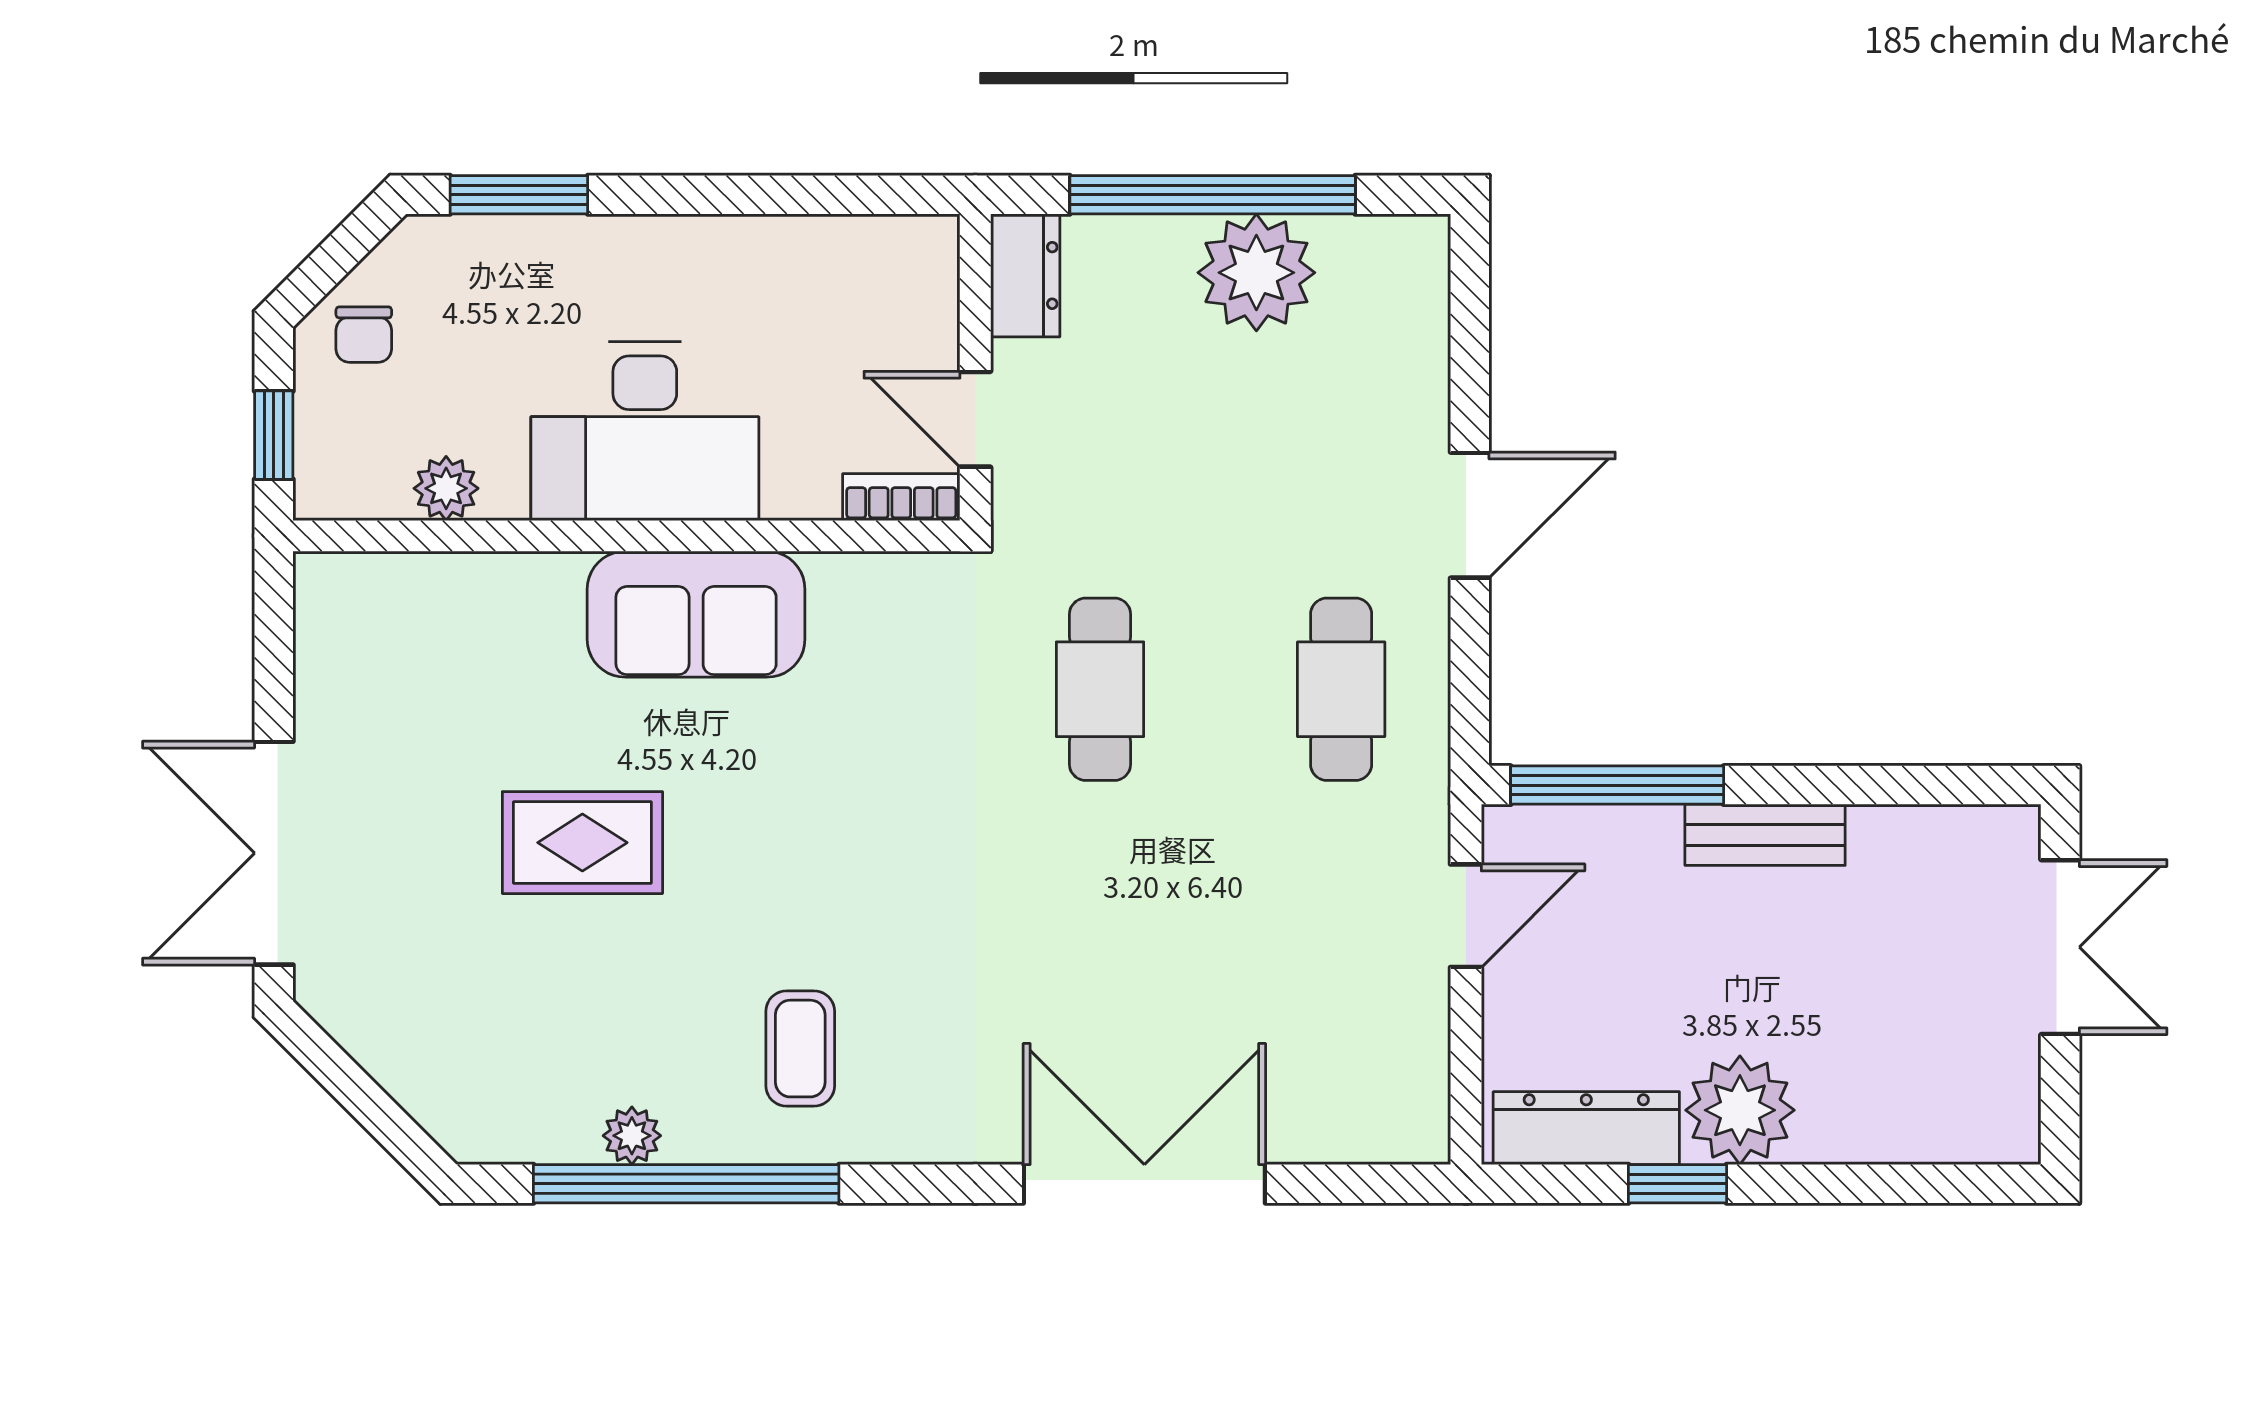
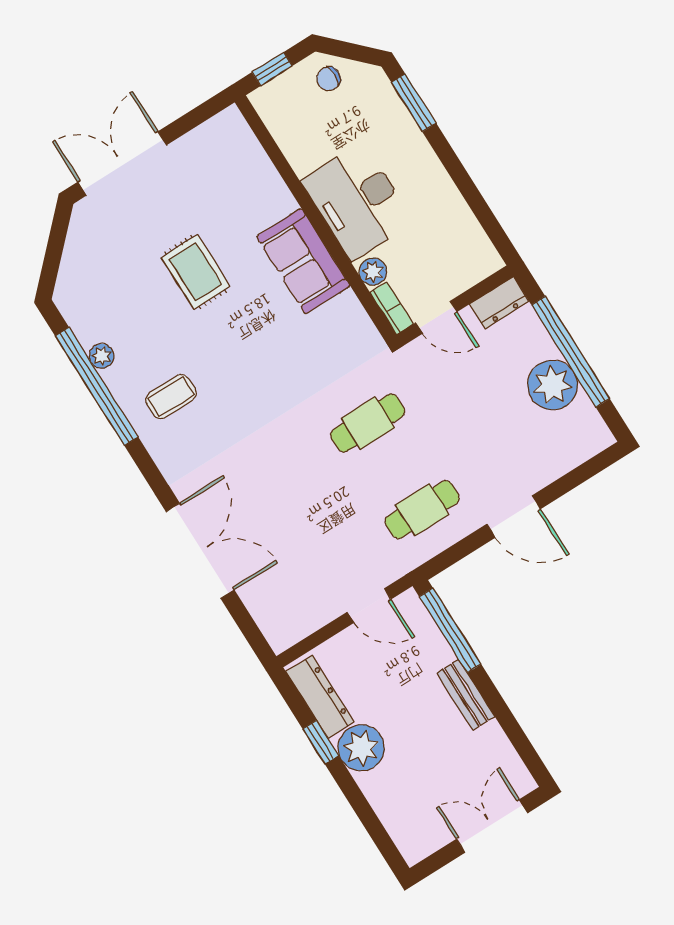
door: (975, 419) -> (436, 317), swing flipped
plant: (446, 488) -> (373, 272), moved
double door: (2060, 947) -> (492, 826), swing flipped

